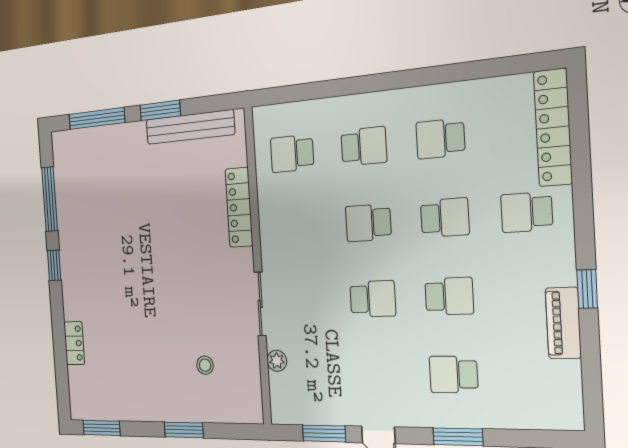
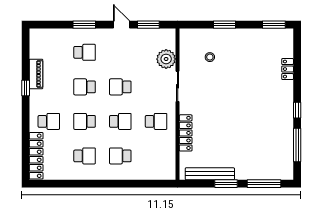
school desk: (292, 154) -> (156, 121), moved
plant: (277, 361) -> (166, 59), width x1.88, depth x1.88

